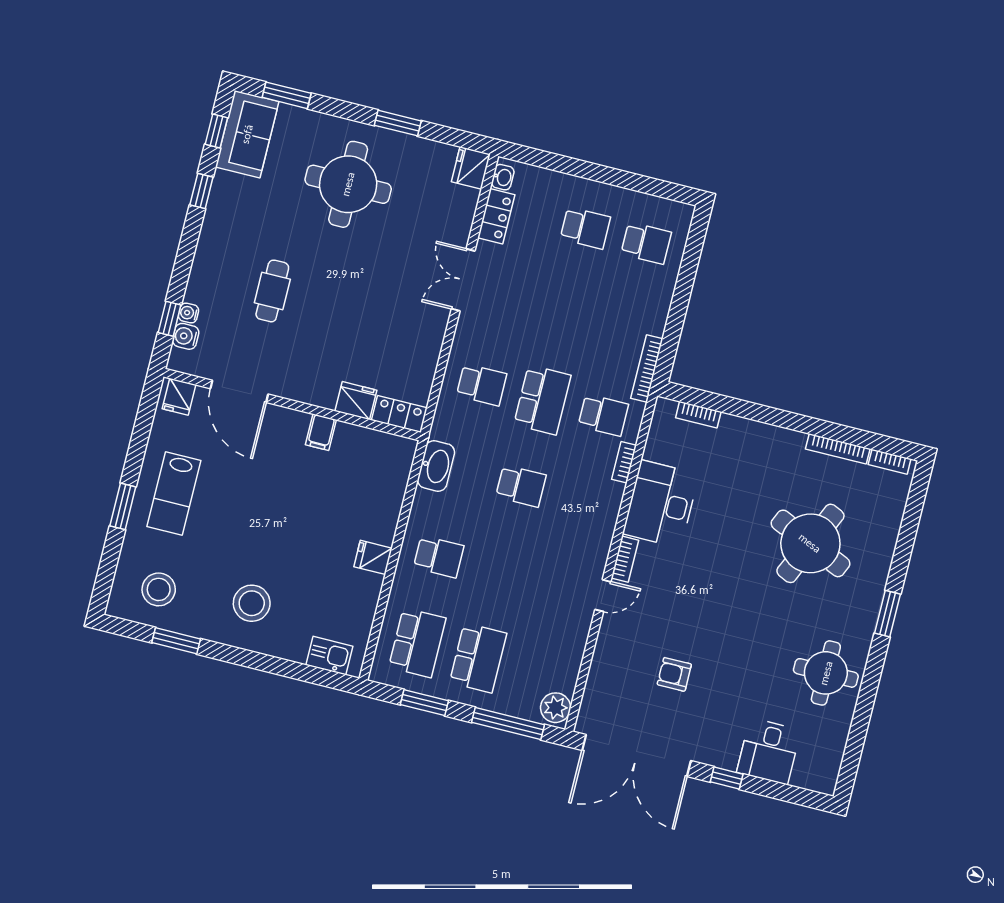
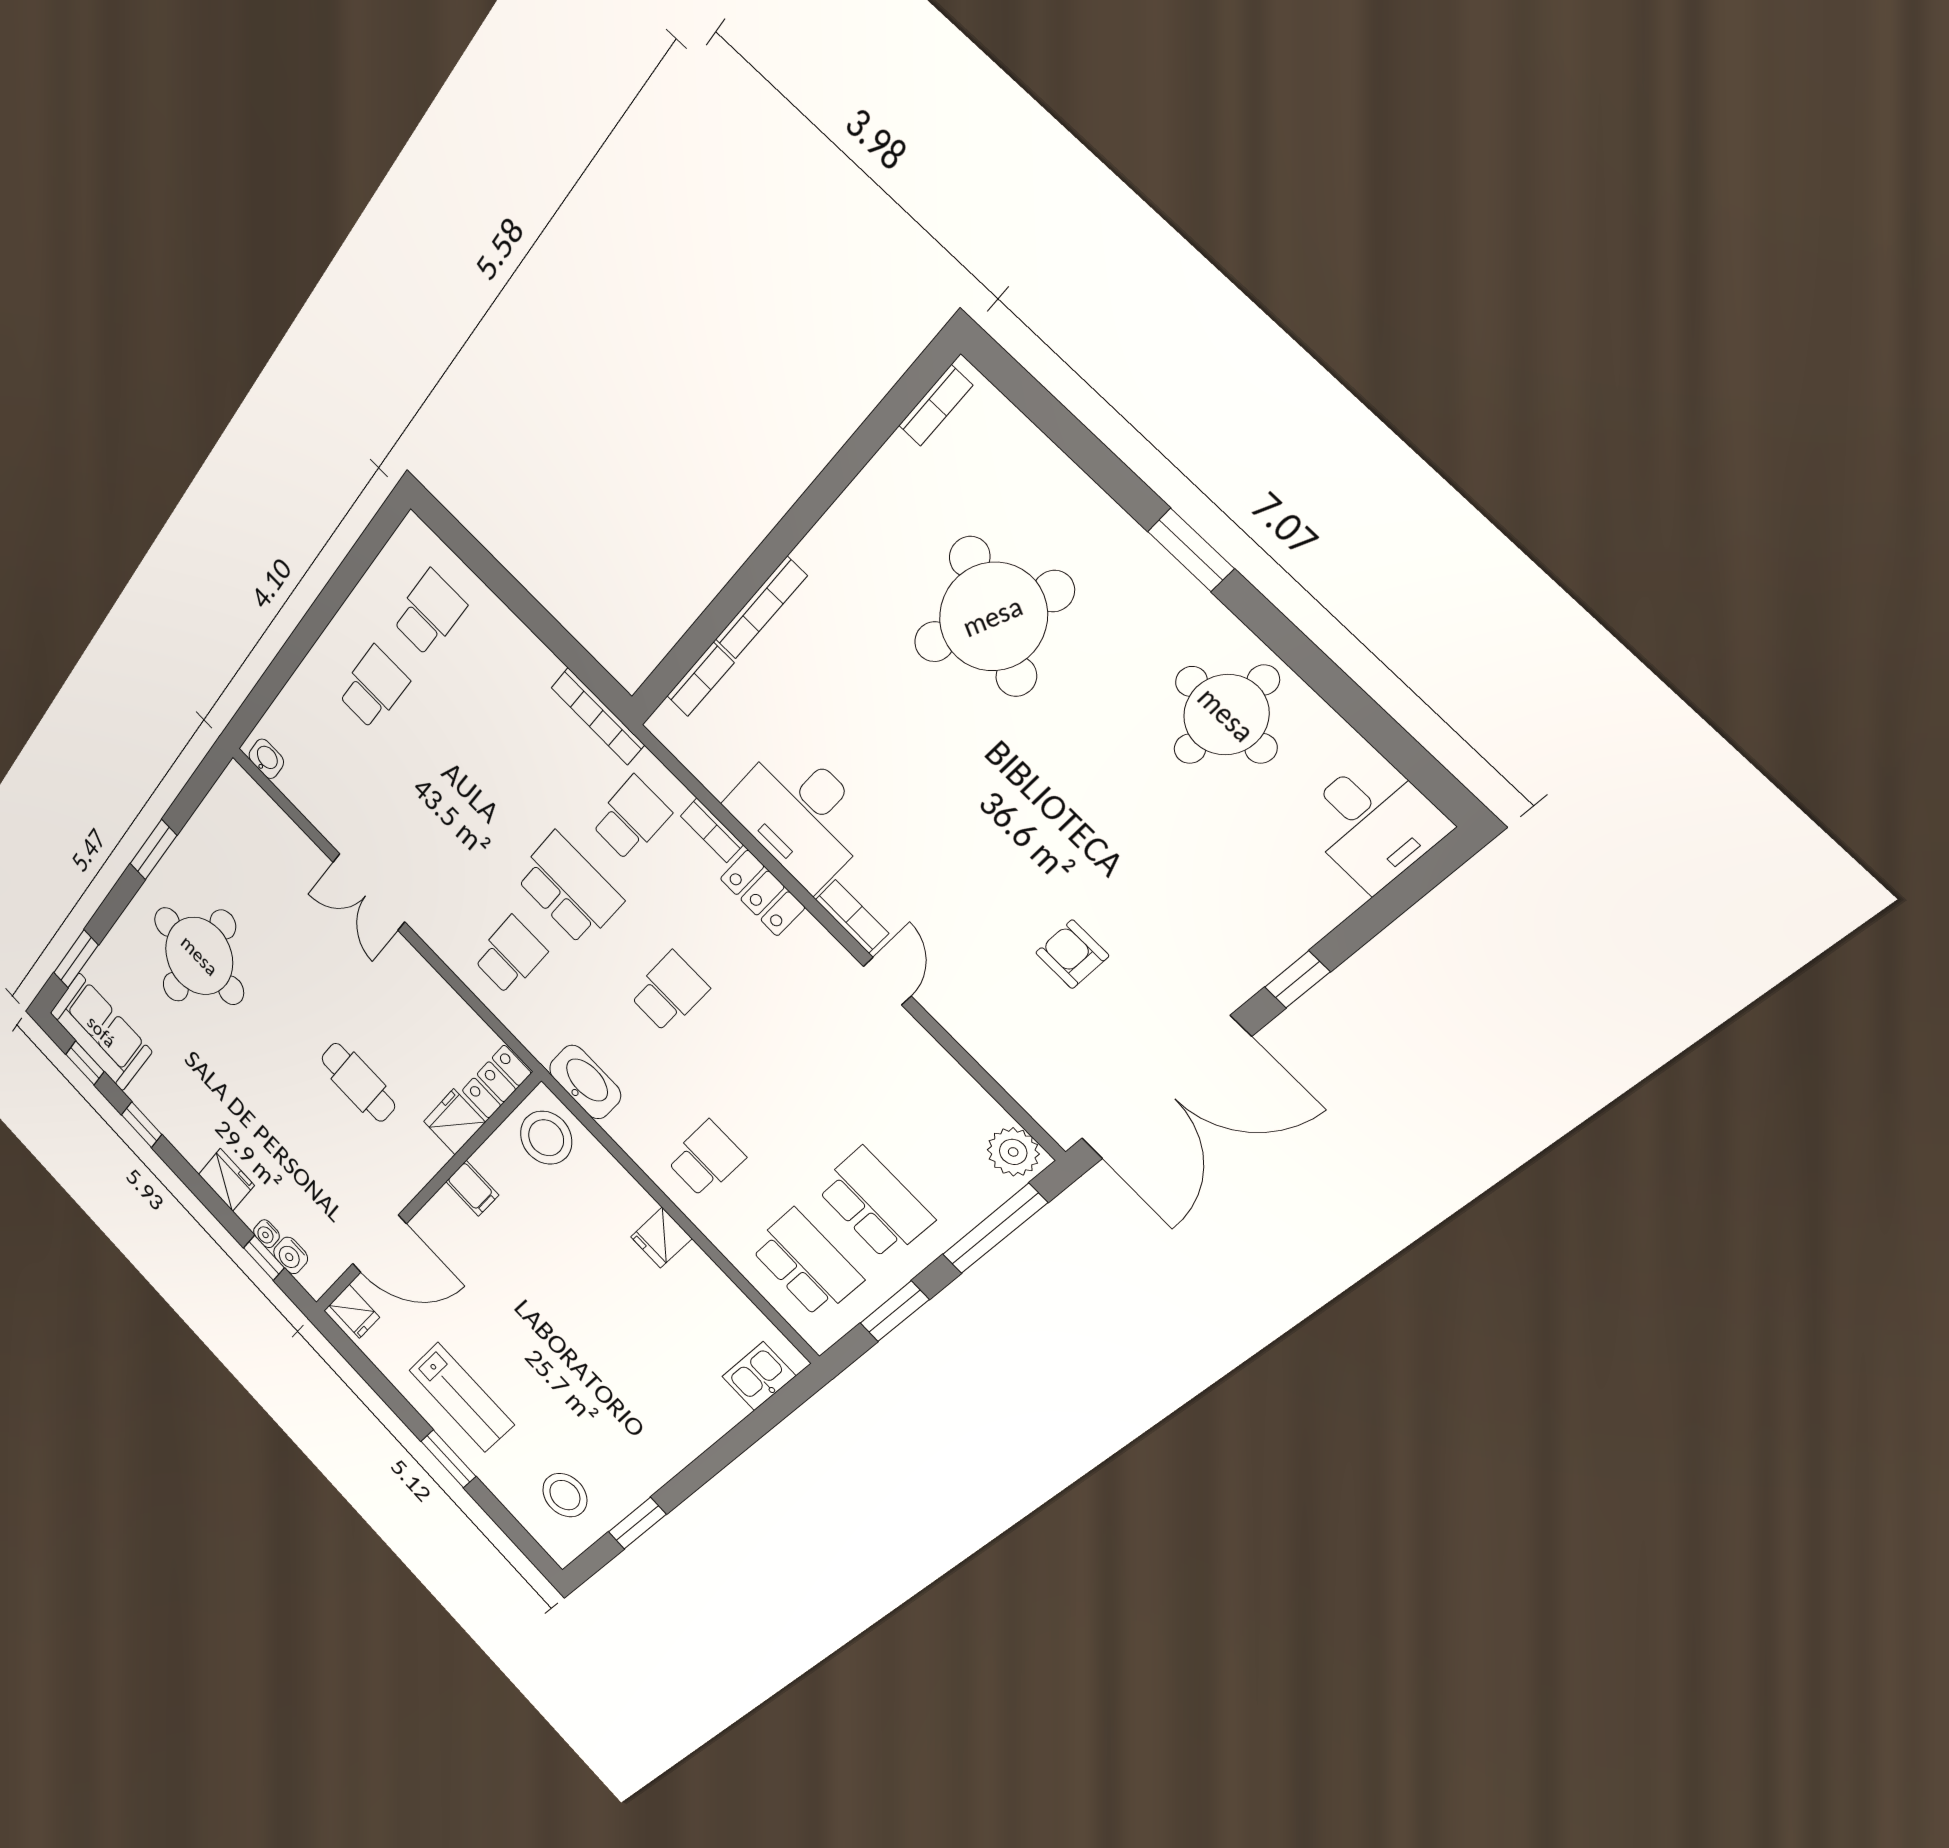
fridge: (471, 168) -> (226, 1180), moved, turned 180
locker: (496, 216) -> (762, 893), moved, turned 180
cafe table: (272, 291) -> (358, 1082), moved
bookcase: (838, 449) -> (761, 608), moved
stool: (252, 603) -> (546, 1138), moved
armchair: (674, 674) -> (1072, 954), turned 90
desk: (769, 751) -> (1373, 823), moved

